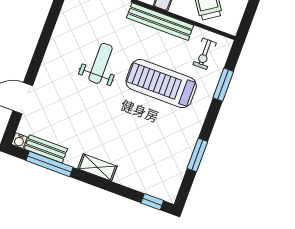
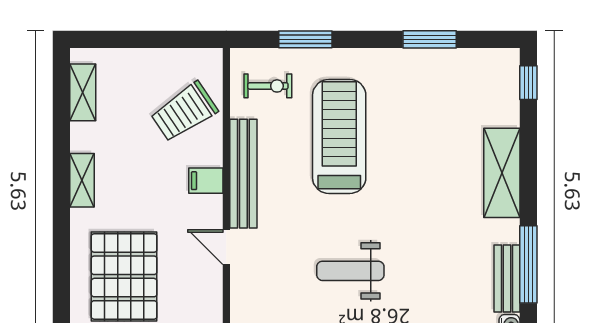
weight bench: (101, 63) -> (350, 271), moved
treadmill: (161, 84) -> (339, 136), turned 180
shelving: (97, 167) -> (502, 173), width x1.50, depth x1.33

